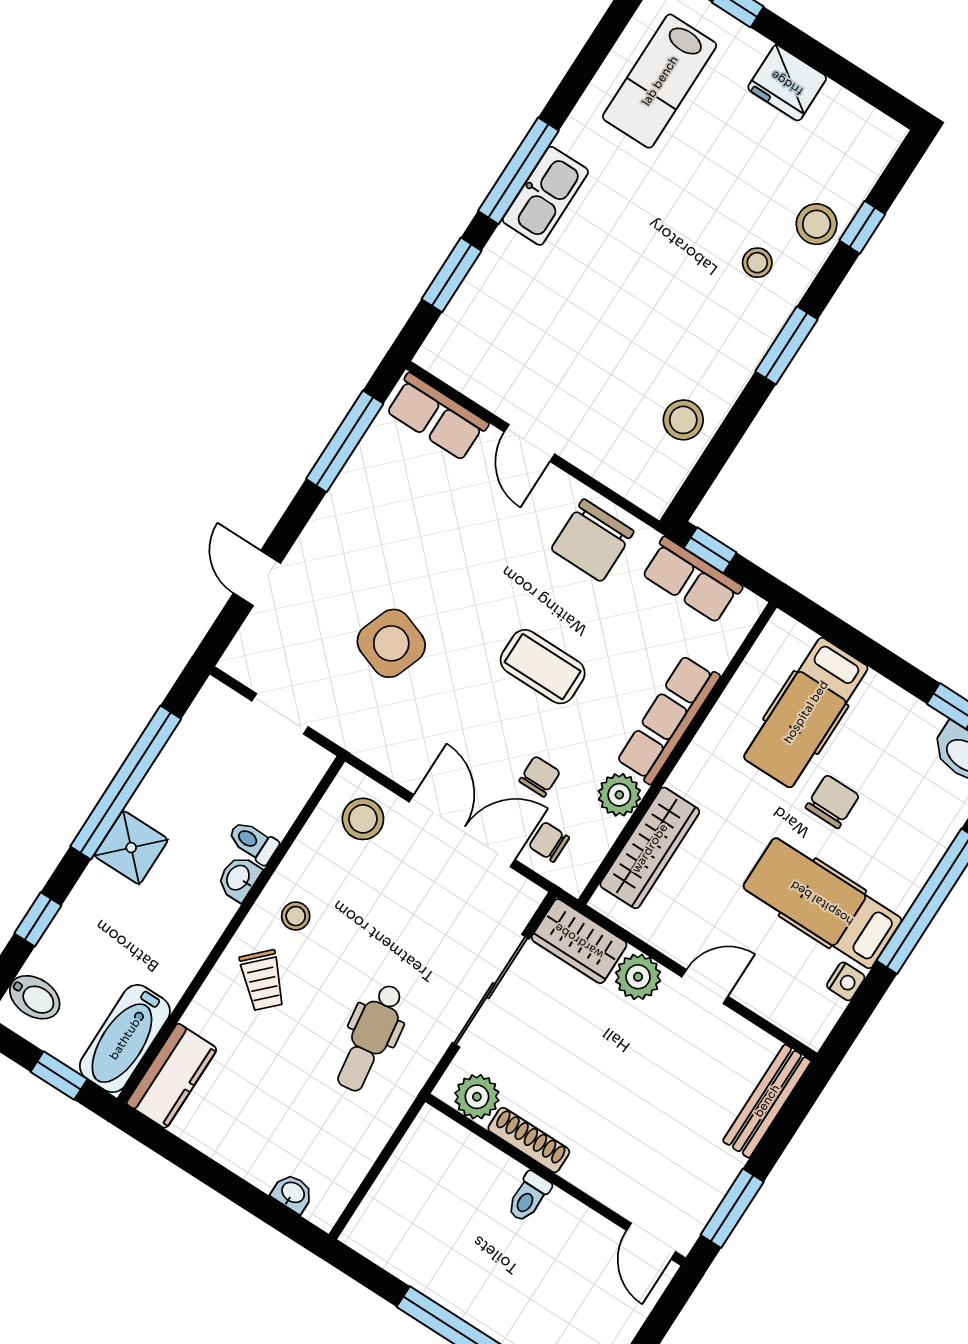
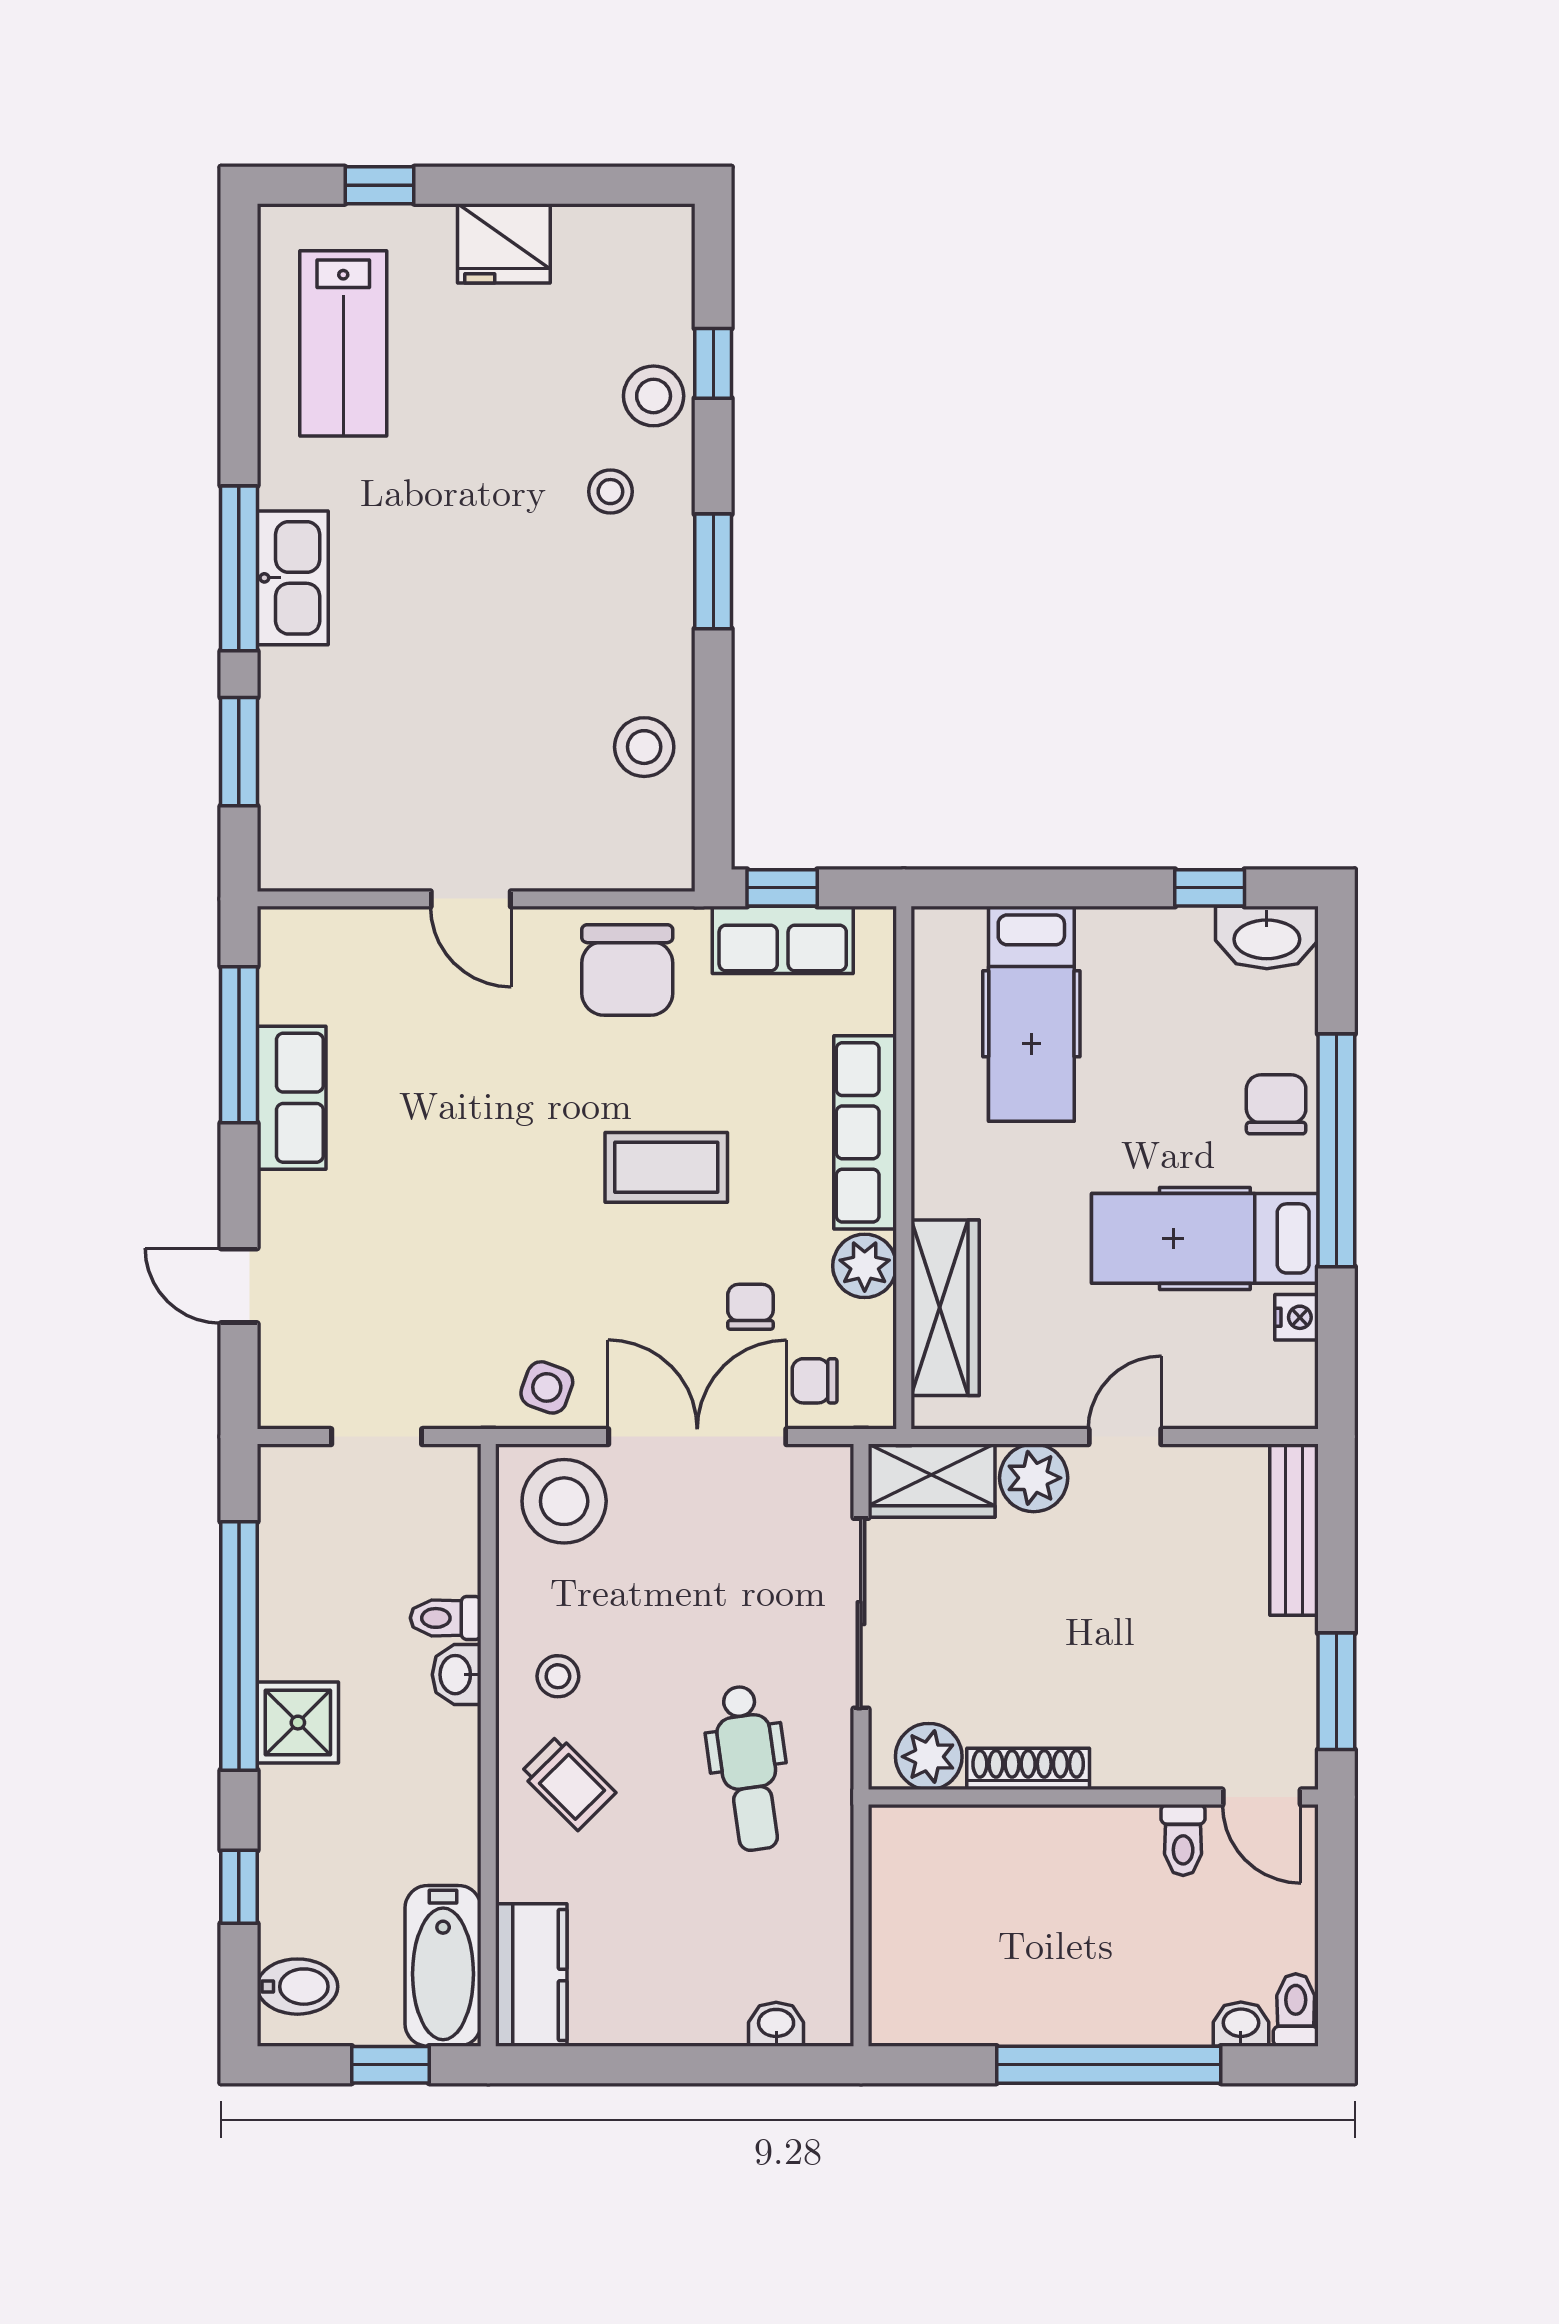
row of seats: (437, 417) -> (292, 1098), moved, turned -90
side table: (391, 643) -> (547, 1387), moved, width x0.54, depth x0.54
chair: (832, 802) -> (1276, 1104), moved
stool: (363, 819) -> (564, 1501), width x1.38, depth x1.38
toilet: (529, 1197) -> (1183, 1840), moved

